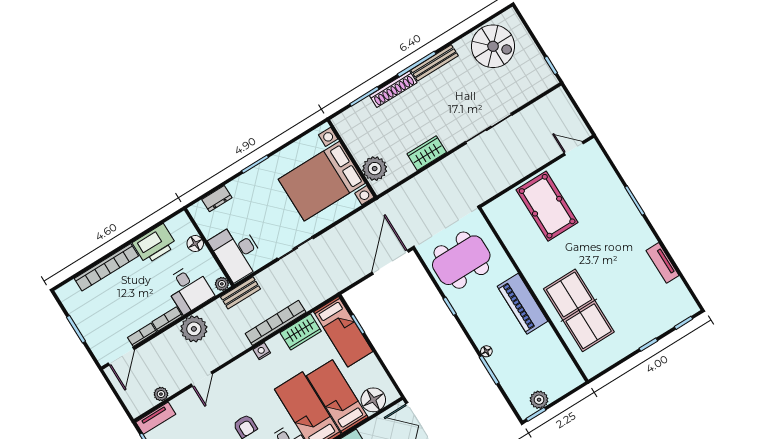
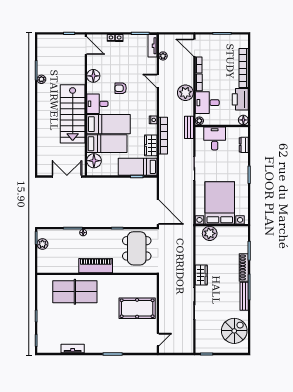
spiral stairs: (493, 46) -> (234, 331), turned 180
wardrobe: (427, 153) -> (201, 275), moved
floor lamp: (195, 244) -> (243, 120), moved
desk: (237, 252) -> (215, 138), width x0.73

